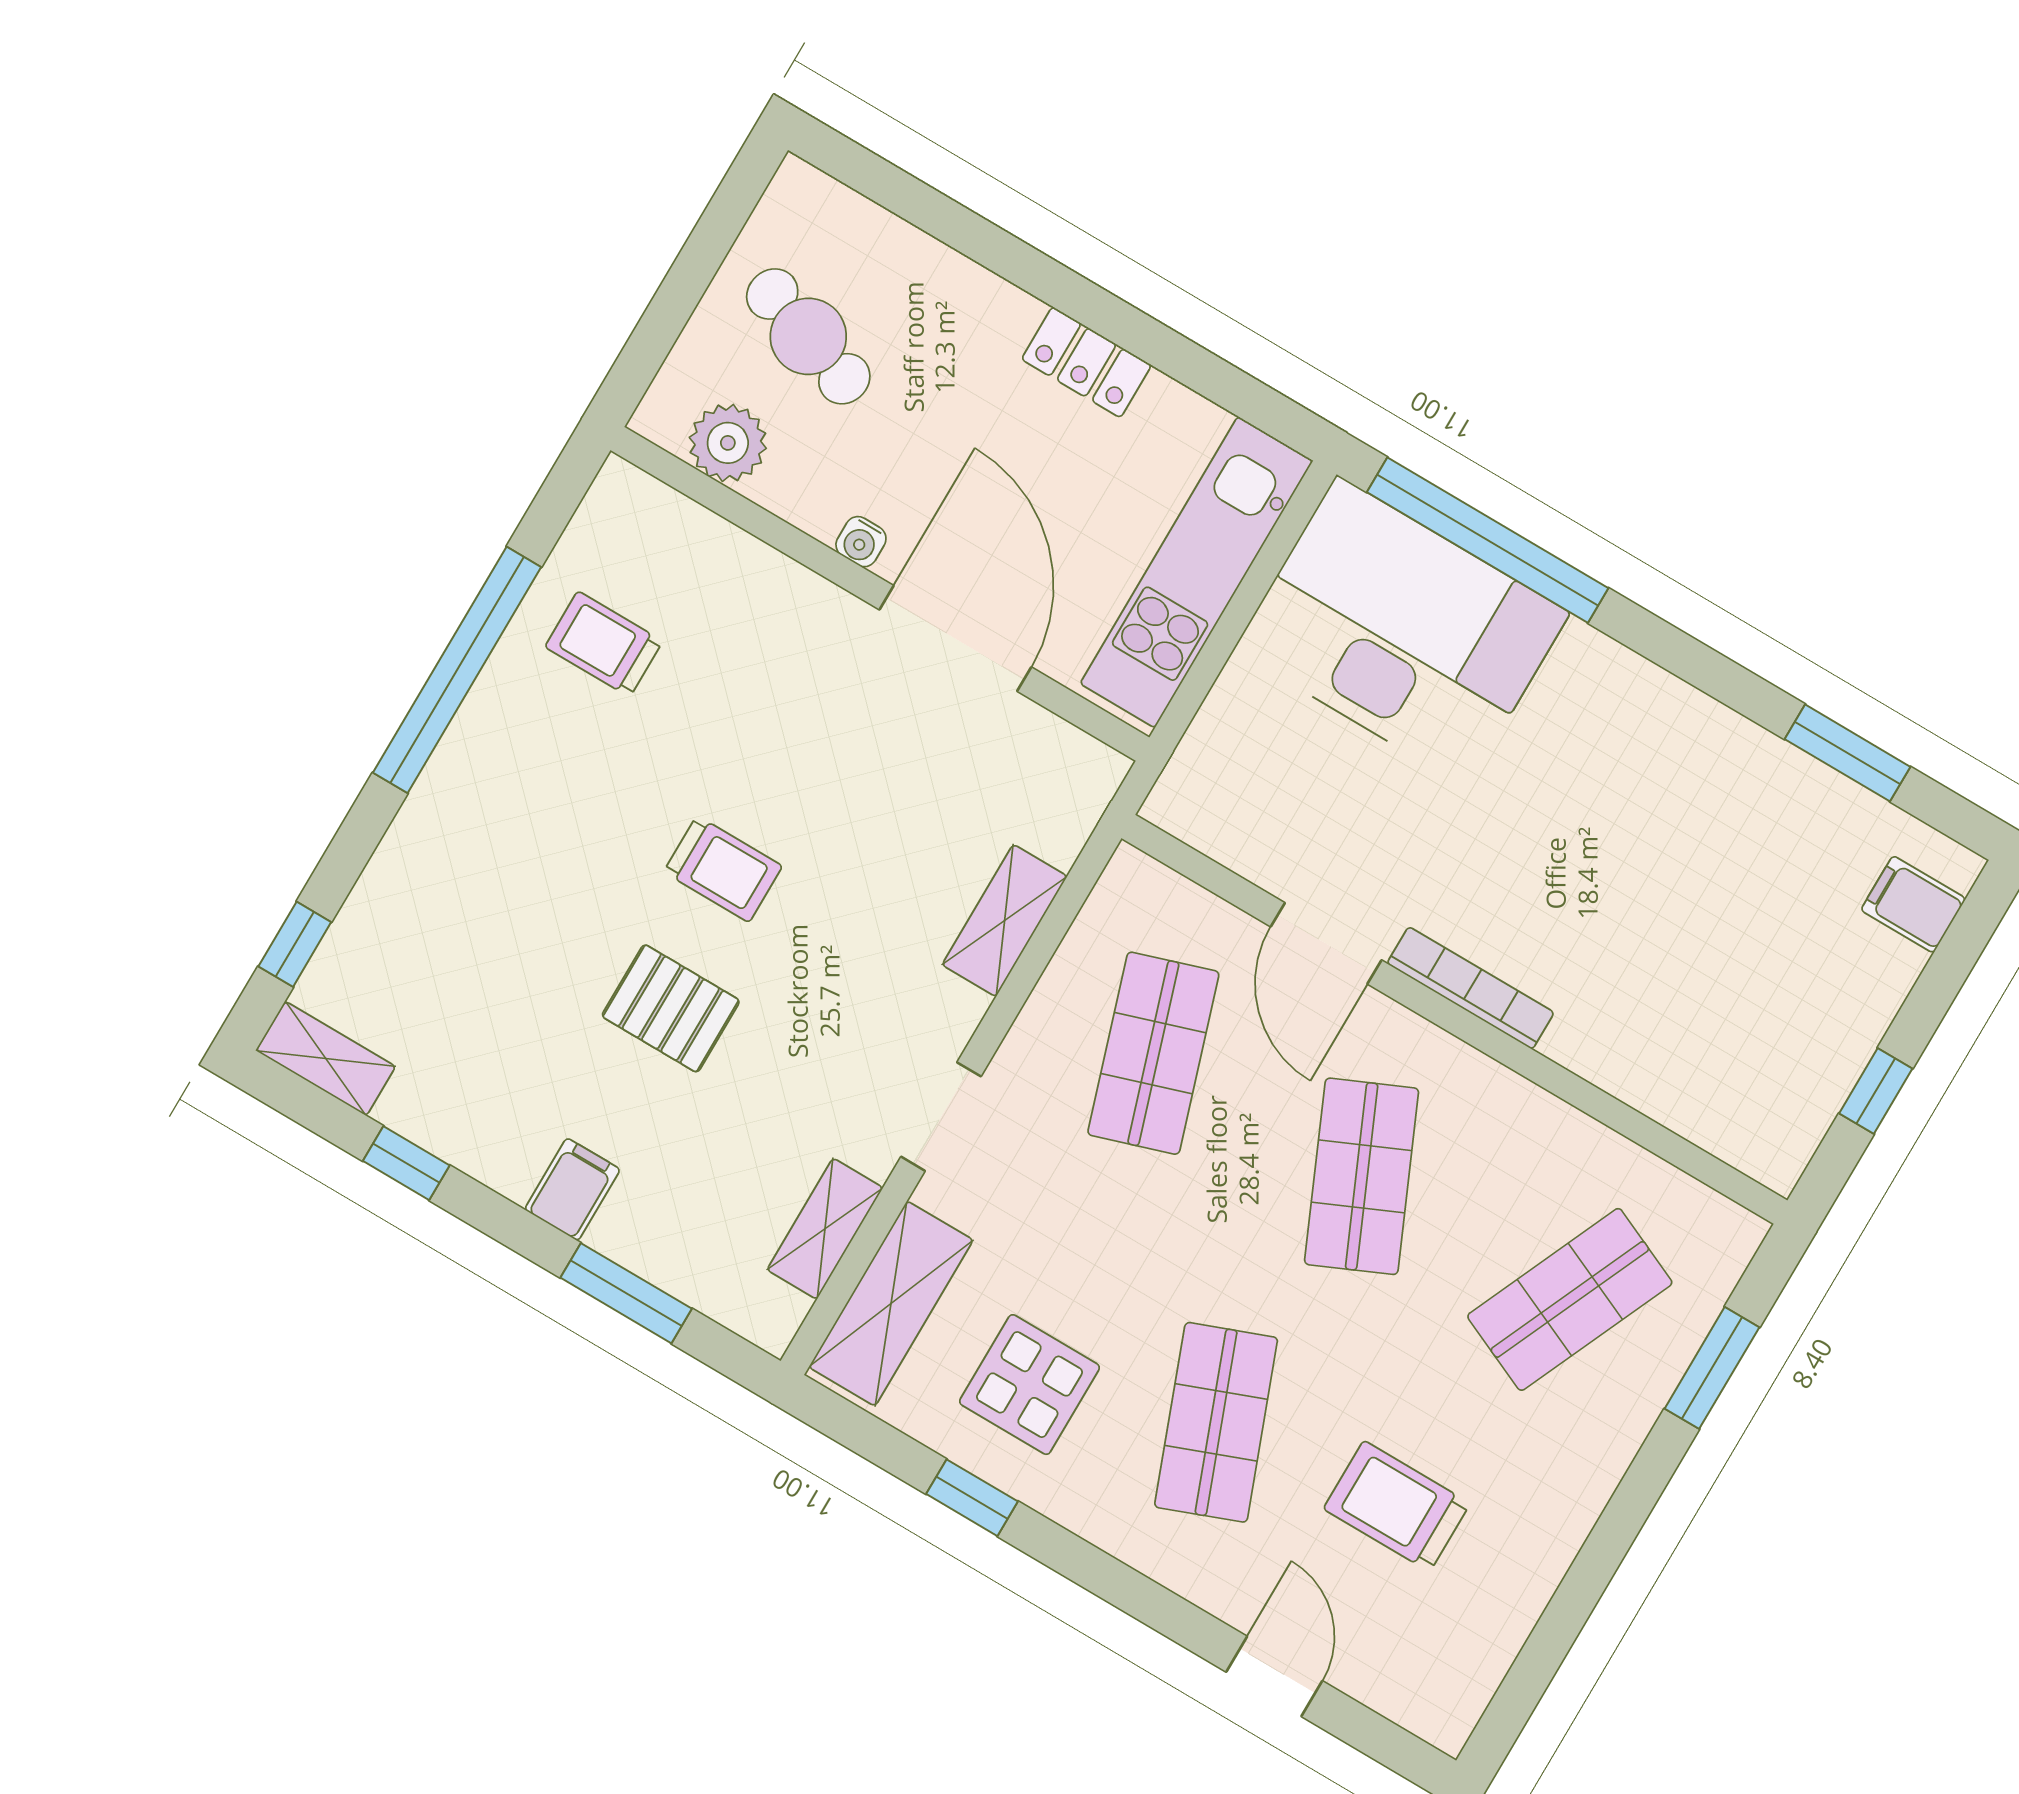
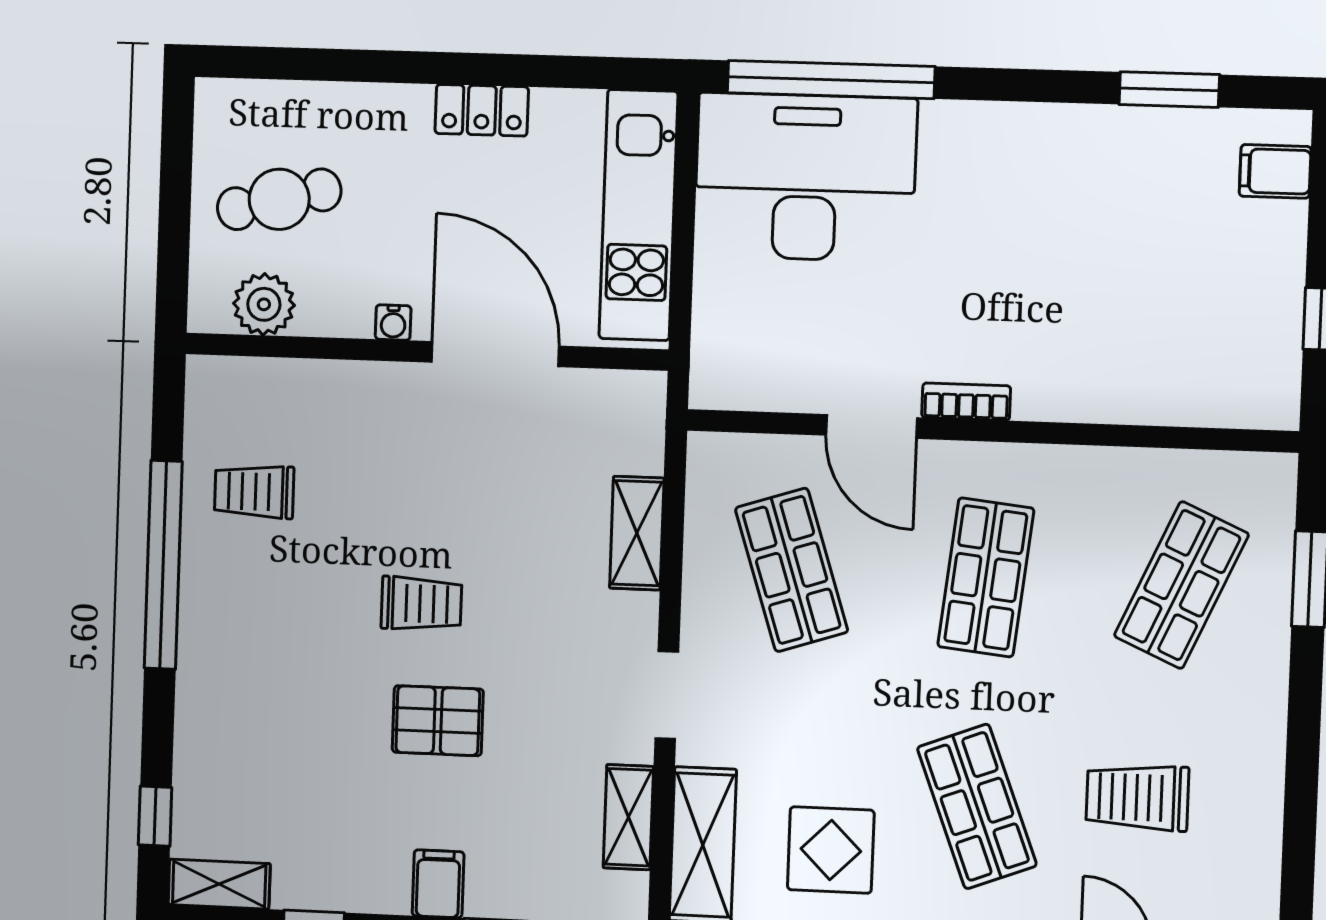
cafe table: (808, 336) -> (279, 199), turned -33
bookcase: (1471, 988) -> (966, 402), width x0.64
shop shelf: (1362, 1176) -> (986, 577), turned 30

